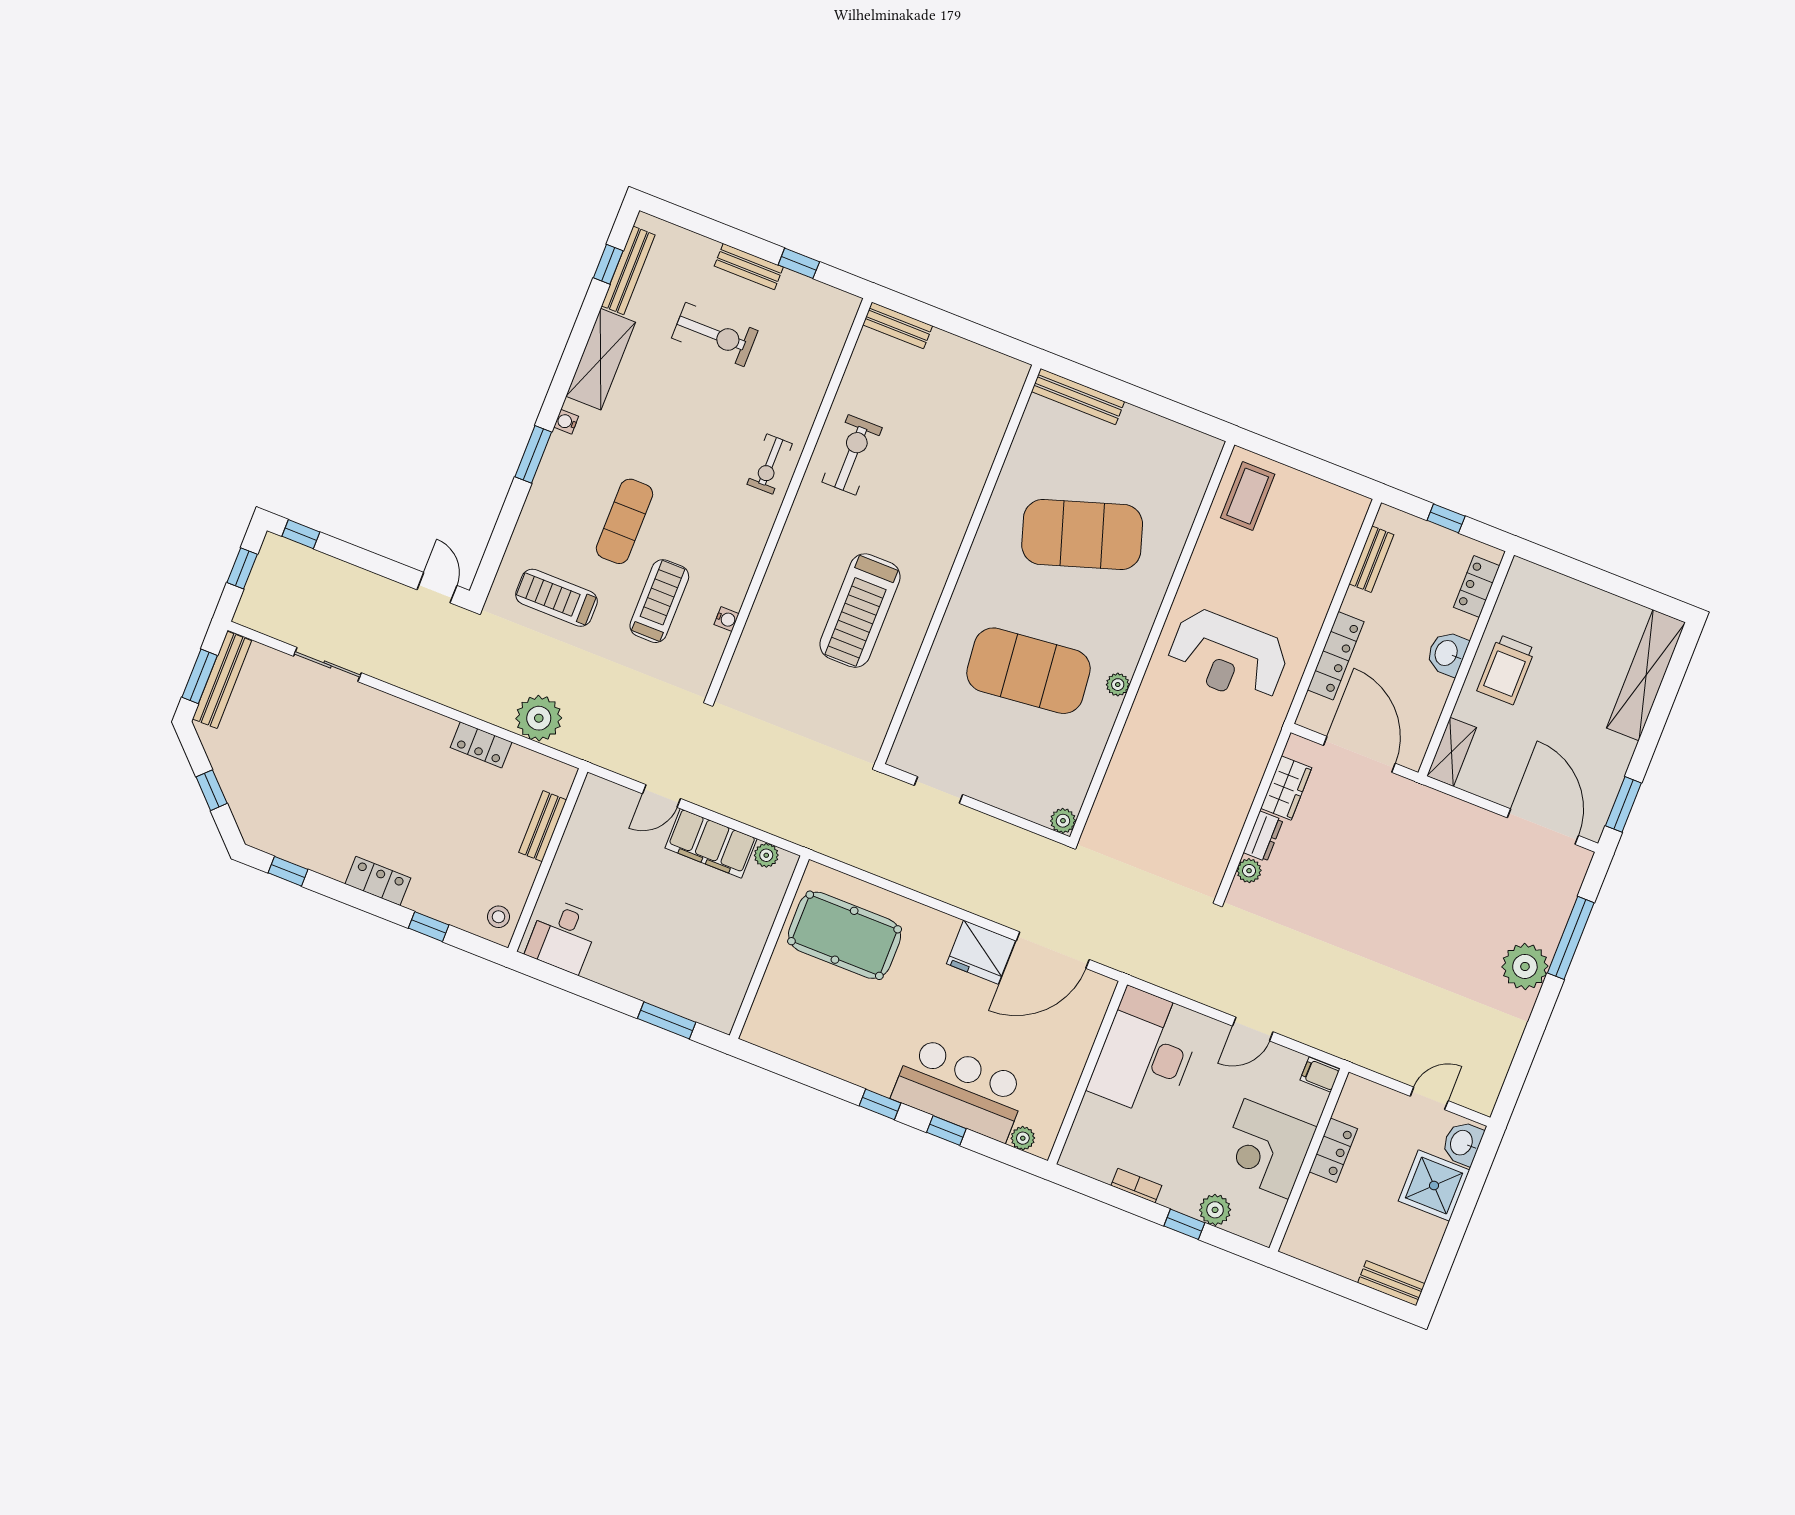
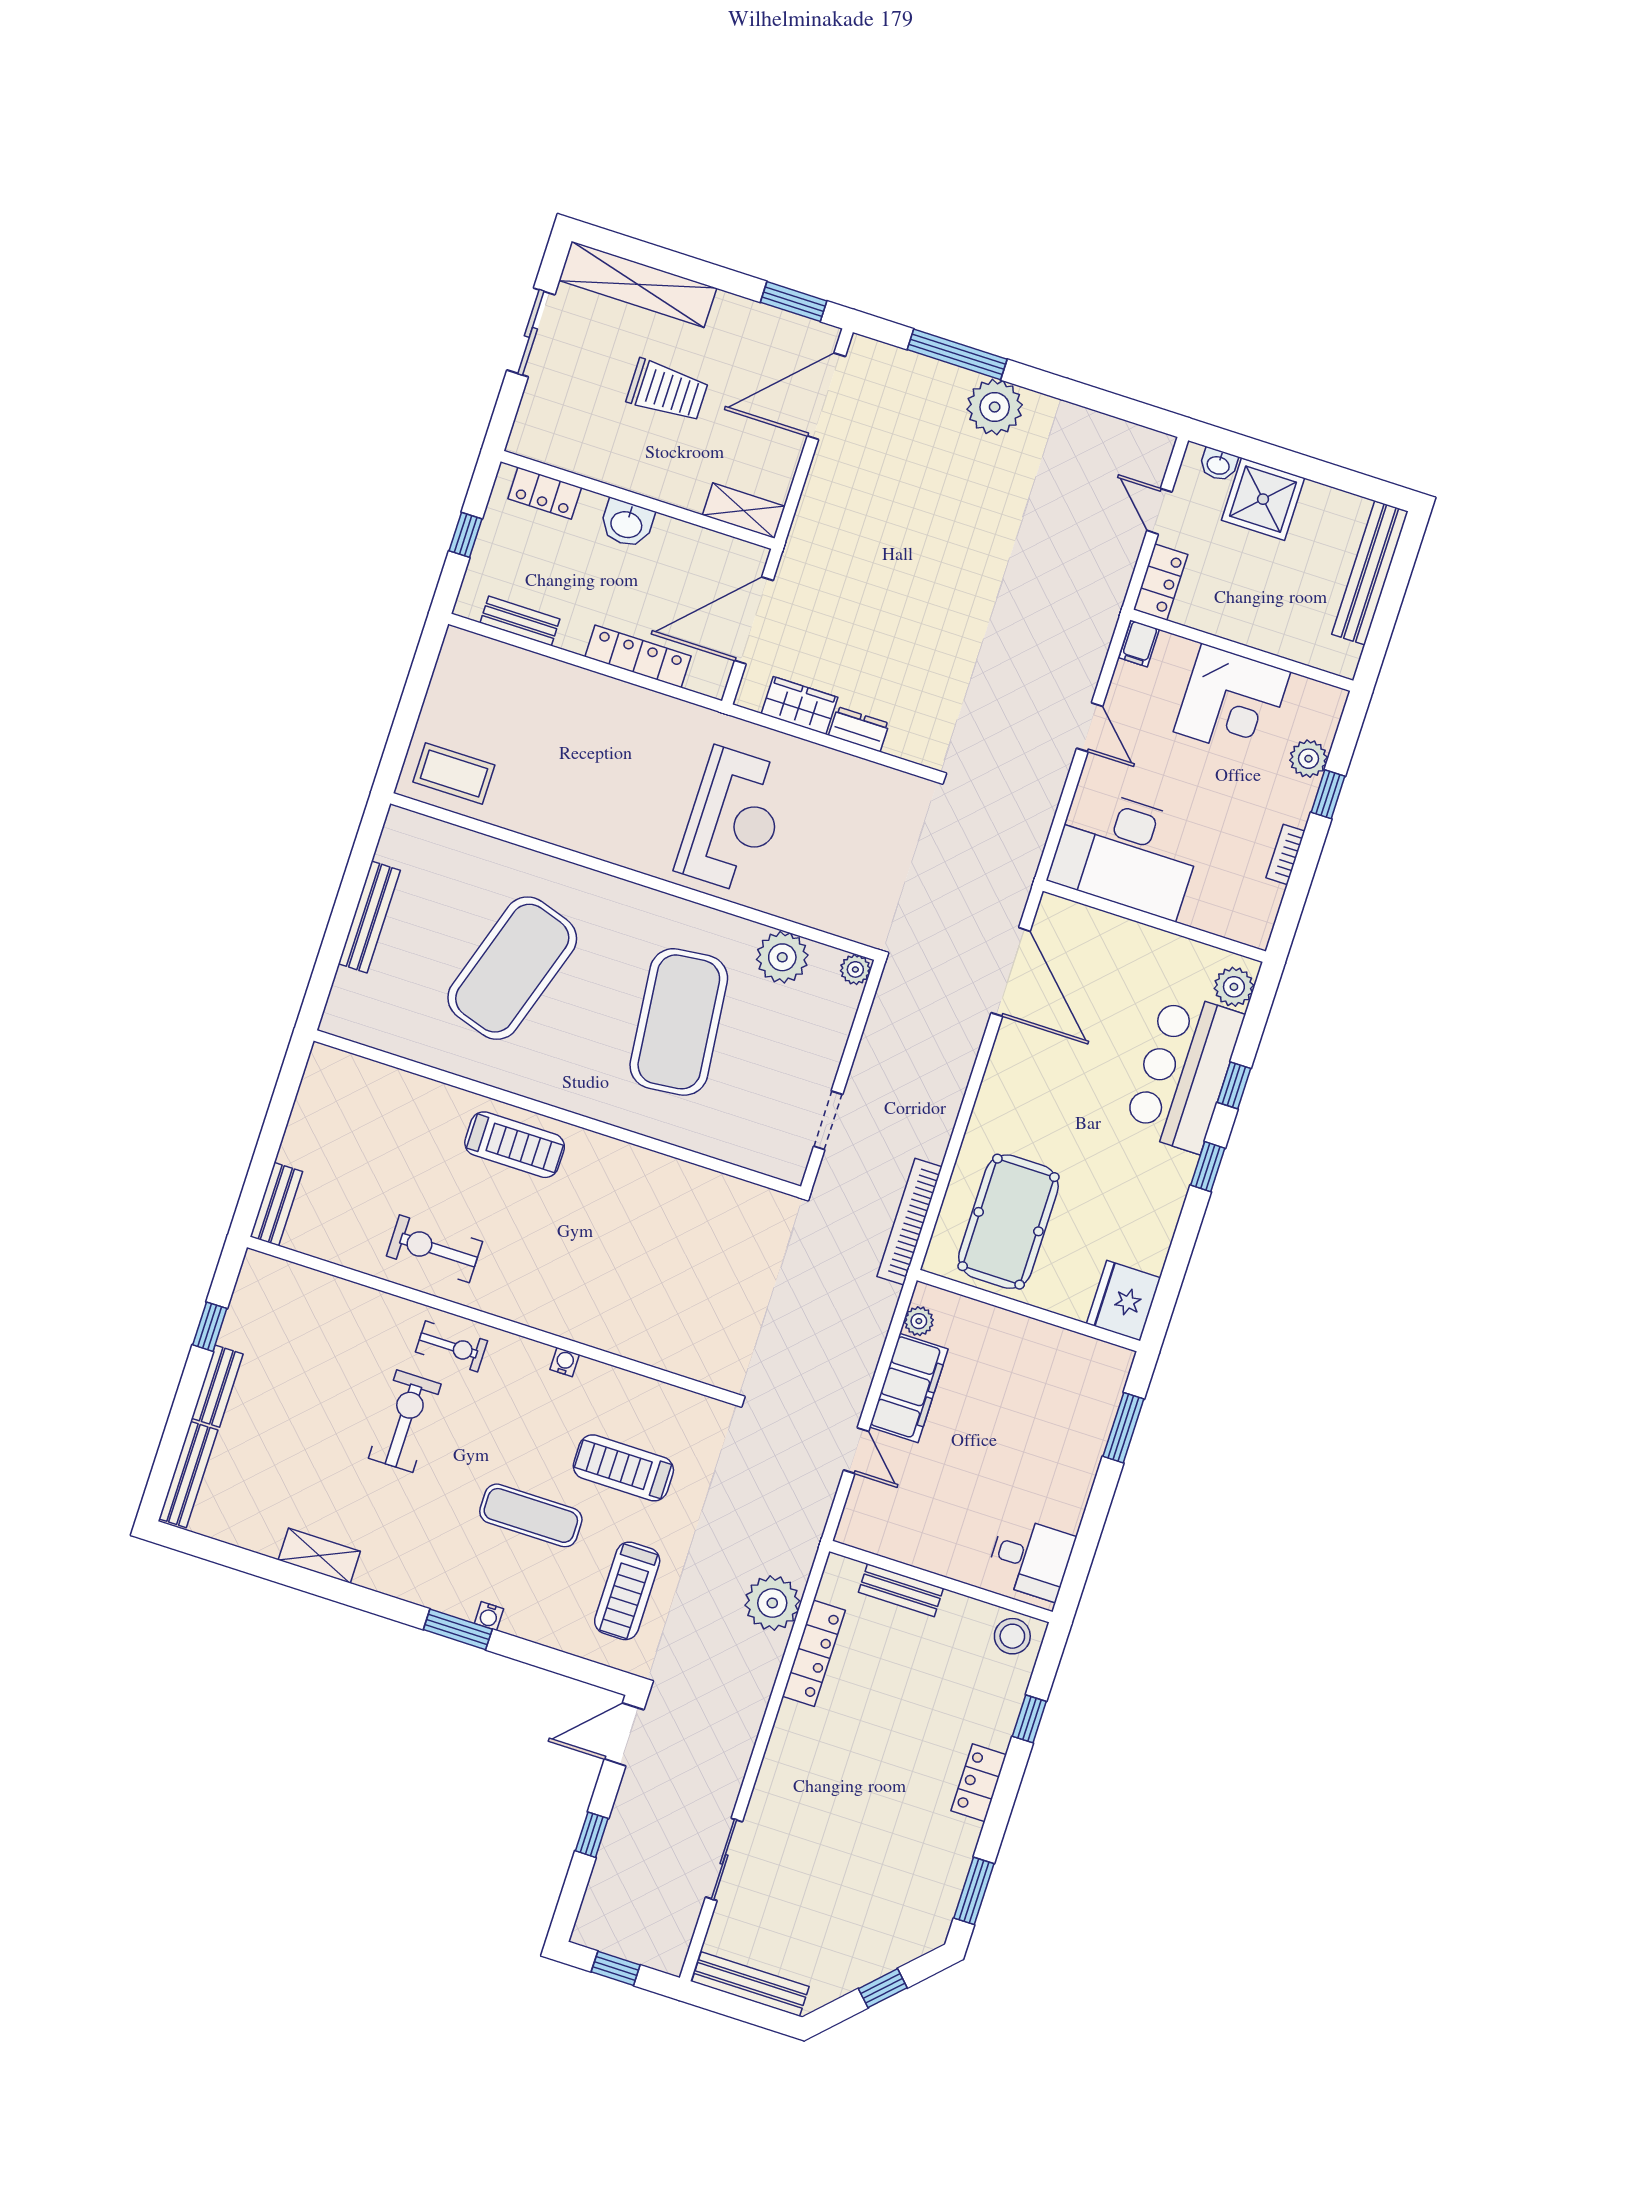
window: (608, 264) -> (225, 1554), removed
bench: (628, 270) -> (188, 1474), moved, turned 90
exercise bike: (715, 334) -> (405, 1421), moved
shelving: (601, 359) -> (319, 1556), width x0.67, depth x0.75
bench: (1078, 397) -> (369, 917), moved
water cooler: (566, 422) -> (489, 1616), moved
window: (301, 534) -> (592, 1835), moved
exercise mat: (1082, 534) -> (512, 968), turned 36
sliding door: (1612, 583) -> (531, 332), added
door: (437, 588) -> (624, 1734), width x1.38
treadmill: (860, 611) -> (515, 1145), moved, width x0.73, depth x0.73
water cooler: (727, 619) -> (565, 1362), moved
reception desk: (1228, 656) -> (733, 820), moved
trolley: (1506, 670) -> (667, 391), moved
window: (200, 676) -> (748, 2011), removed
plant: (1118, 685) -> (782, 957), moved, width x1.88, depth x1.88
locker: (481, 745) -> (814, 1653), width x1.53
bookcase: (850, 853) -> (910, 1222), added
window: (288, 871) -> (974, 1891), width x1.50
plant: (1249, 871) -> (901, 744), removed
stool: (499, 917) -> (1012, 1636), width x1.37, depth x1.37
fridge: (981, 952) -> (1124, 1301), moved, turned 180
plant: (1023, 1138) -> (1234, 987), width x1.38, depth x1.38
washbasin: (1462, 1143) -> (1218, 465), width x0.72, depth x0.69
locker: (1333, 1150) -> (1161, 582), moved, turned 90
bench: (1391, 1283) -> (1370, 573), width x1.86, depth x1.21

